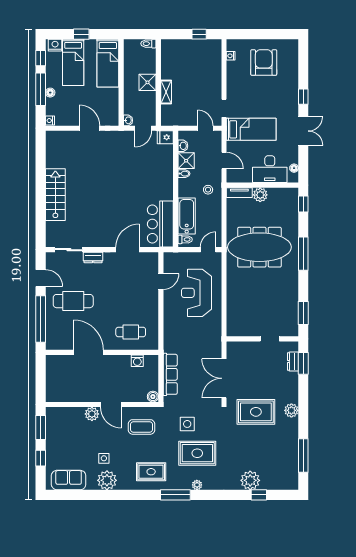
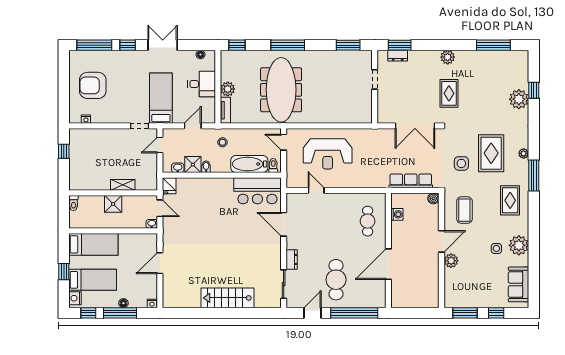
window: (303, 64) -> (94, 45), added
desk: (270, 169) -> (202, 84), width x0.73
rug: (256, 412) -> (449, 93), width x0.73, depth x0.70

